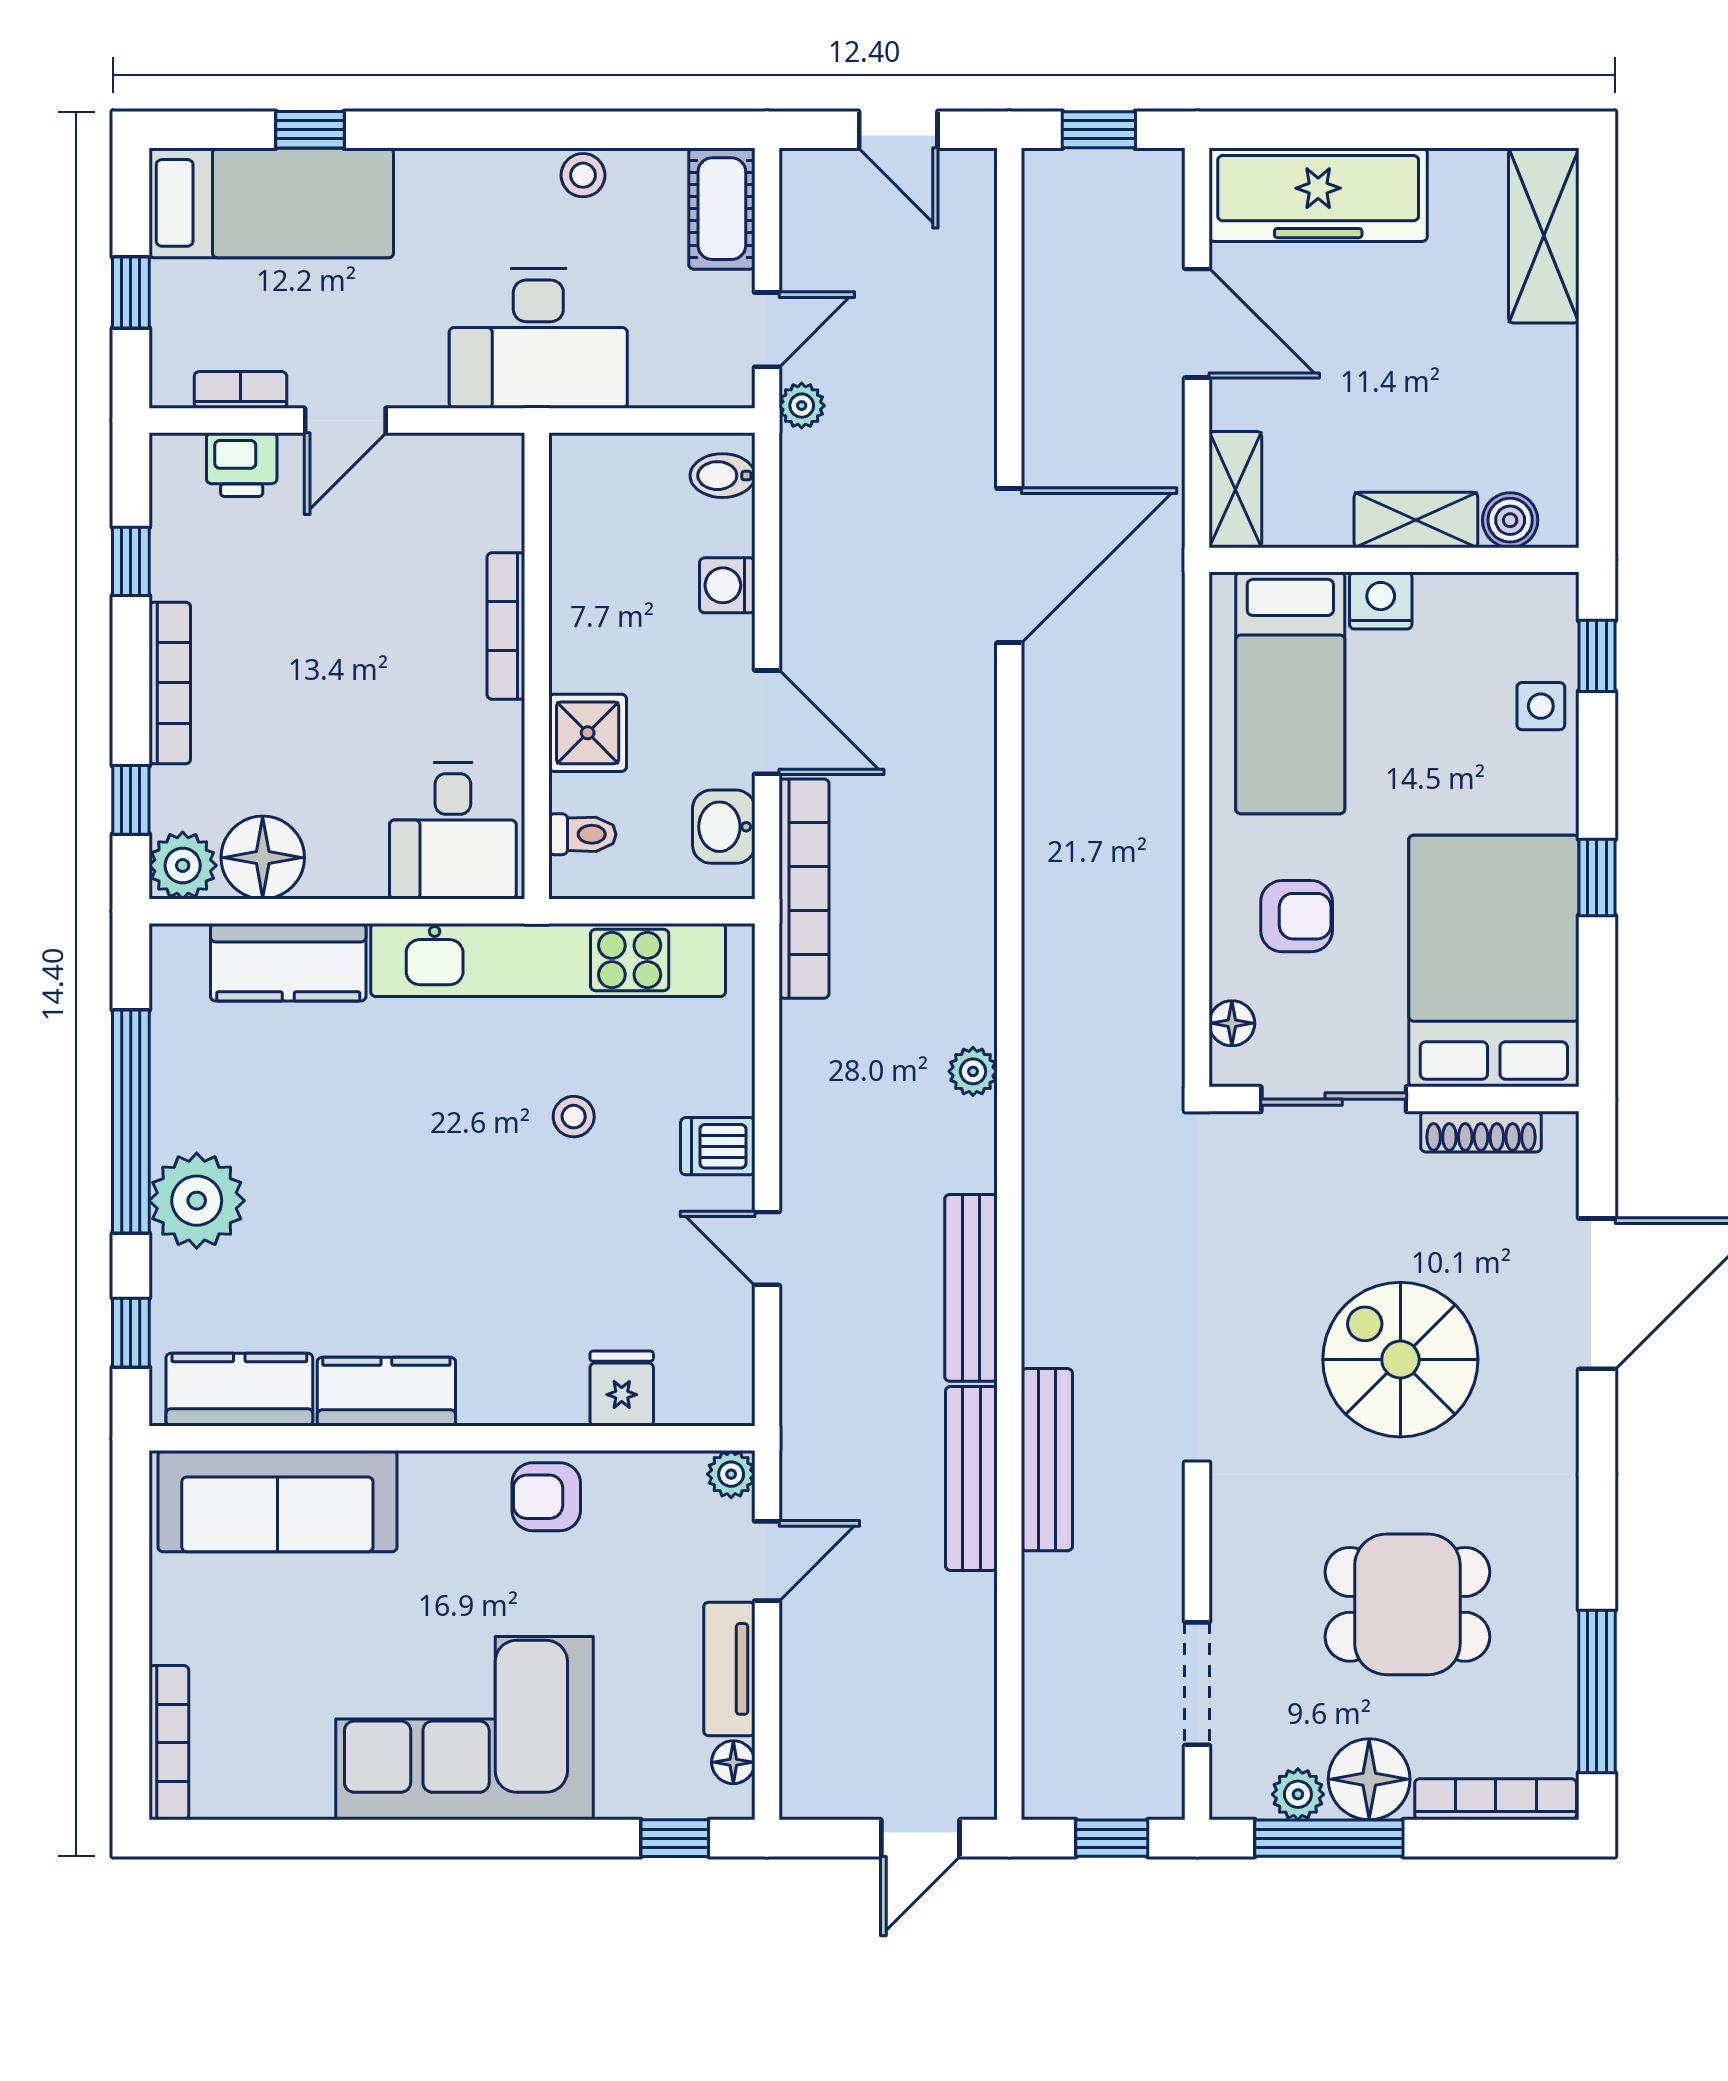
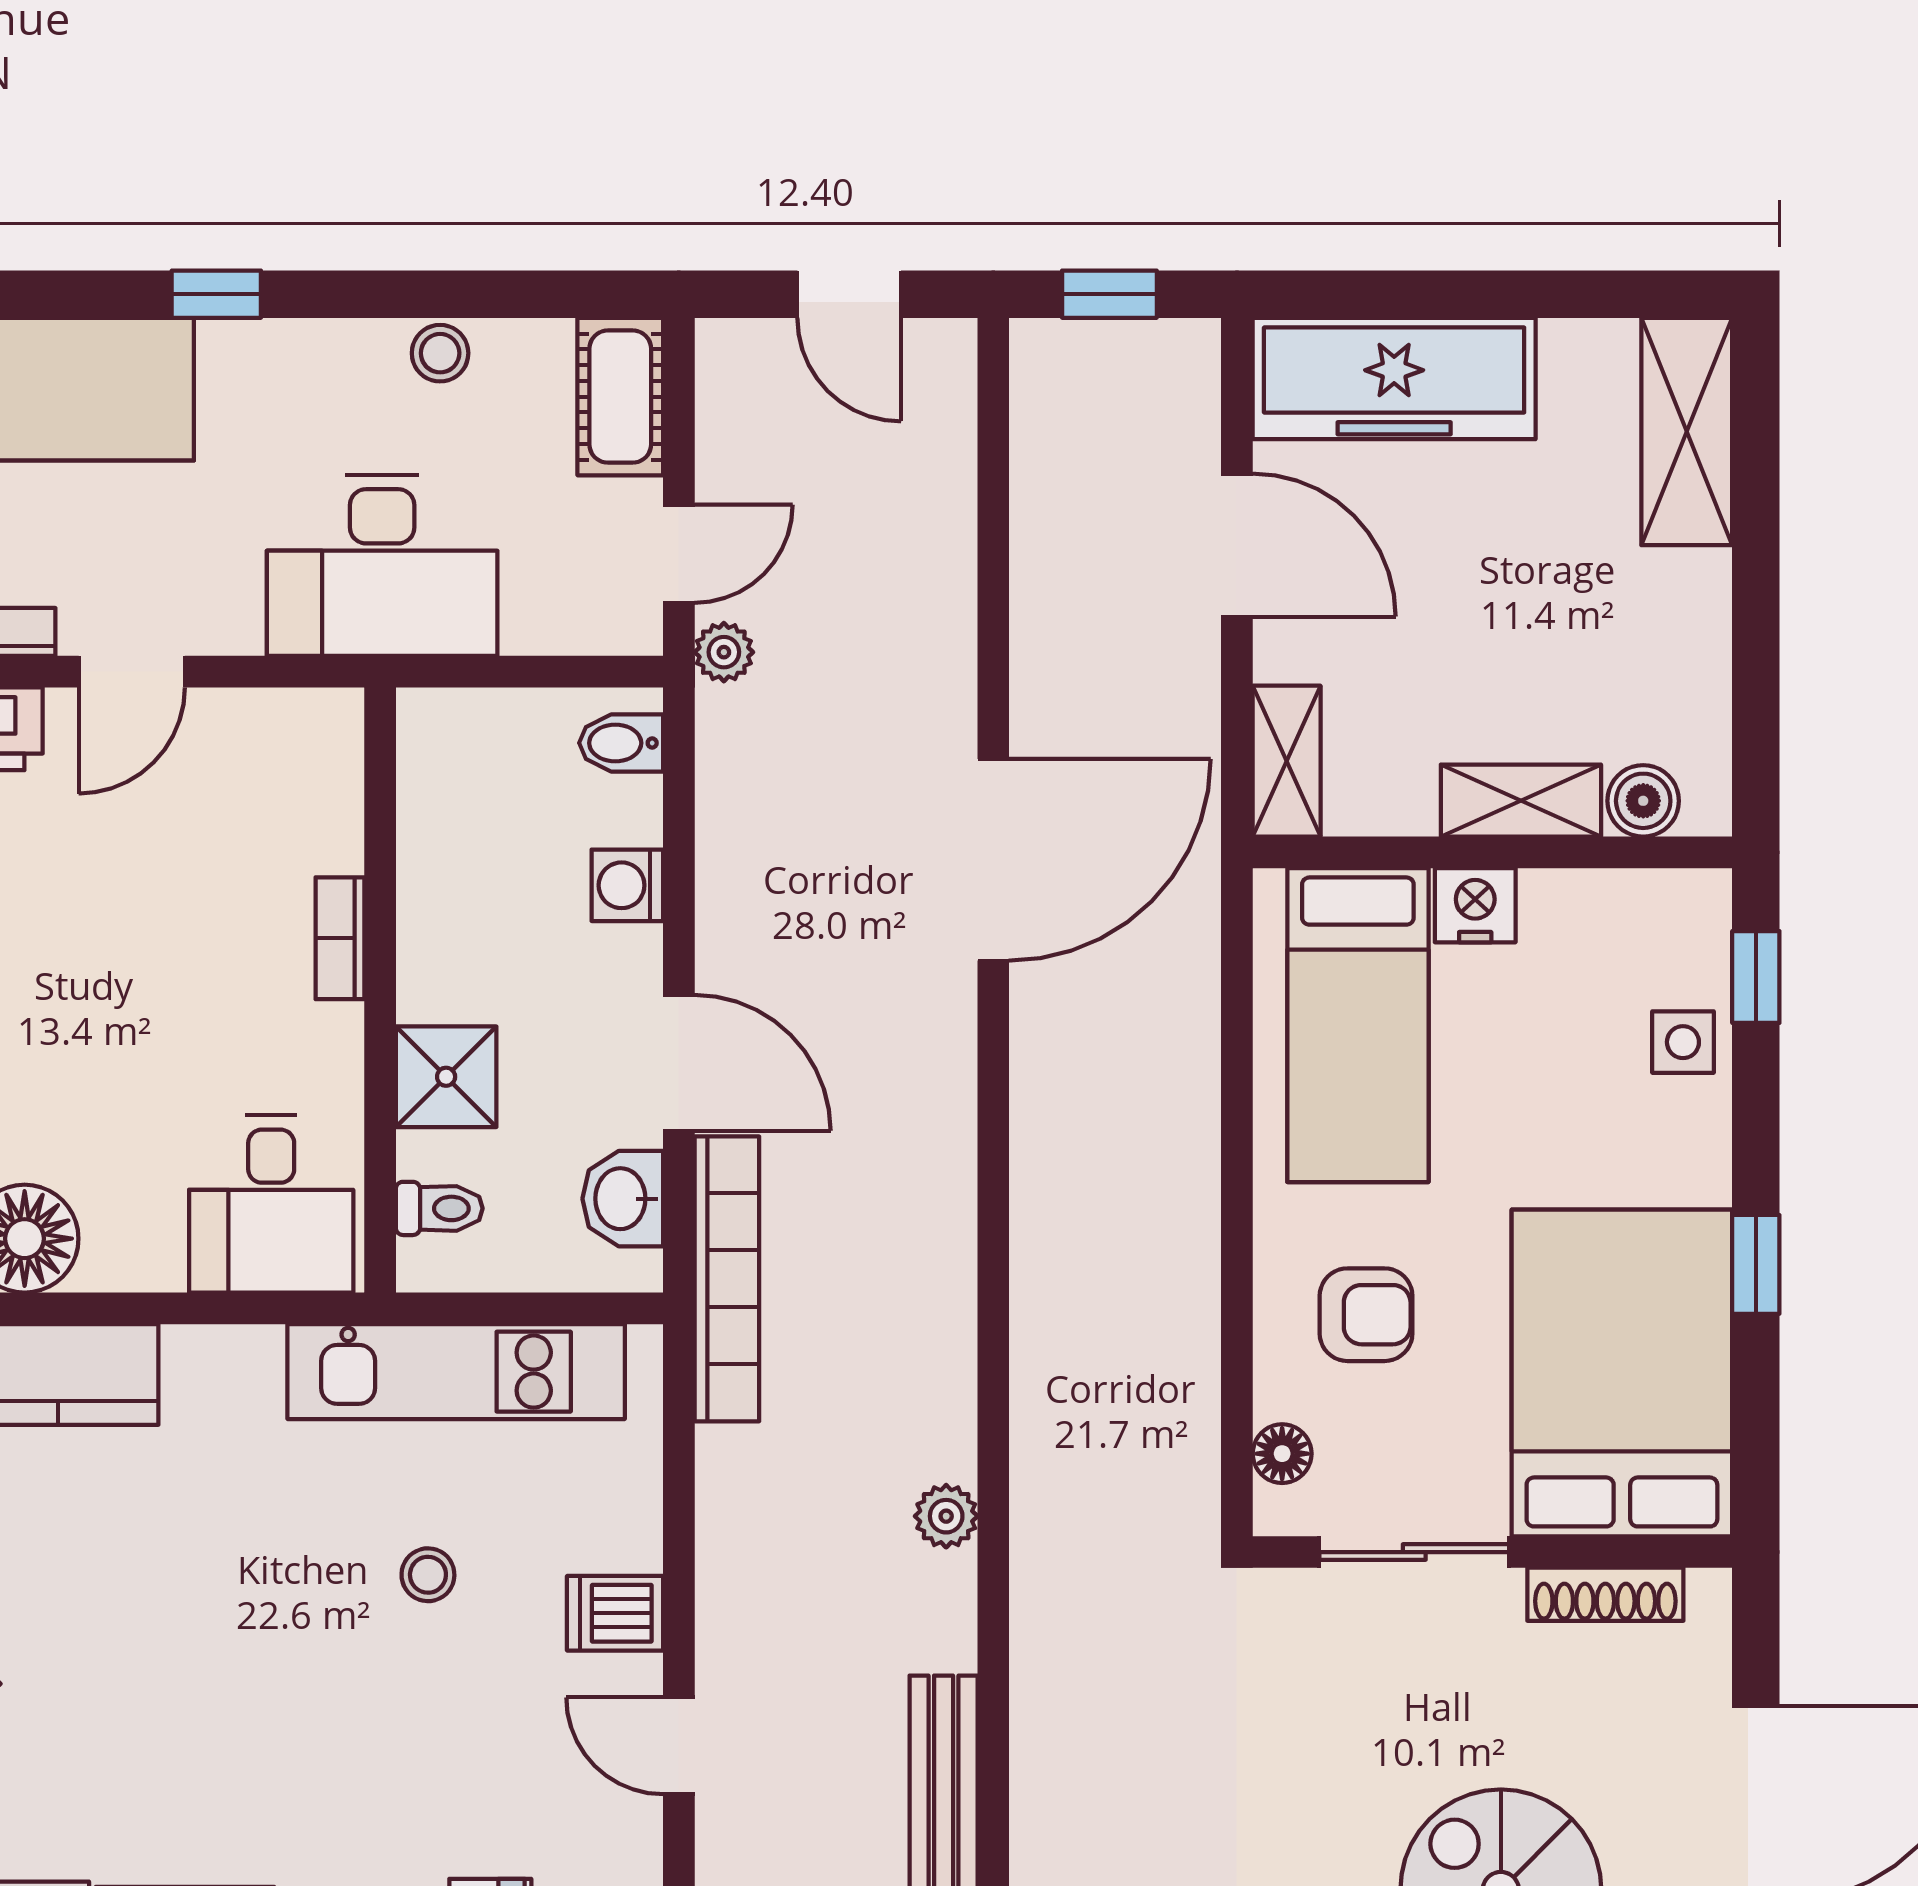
window: (310, 130) -> (216, 294), moved
bookcase: (506, 626) -> (340, 938), width x0.64
kitchen unit: (548, 960) -> (456, 1372), width x0.73

